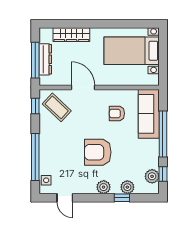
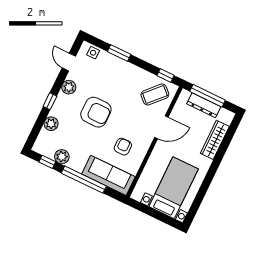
armchair: (98, 152) -> (96, 112), turned 90
window: (35, 157) -> (119, 53), width x0.47
plant: (152, 176) -> (62, 157), moved
plant: (104, 187) -> (69, 87), moved
door: (65, 198) -> (69, 62), hinge flipped
window: (122, 198) -> (50, 101), moved

